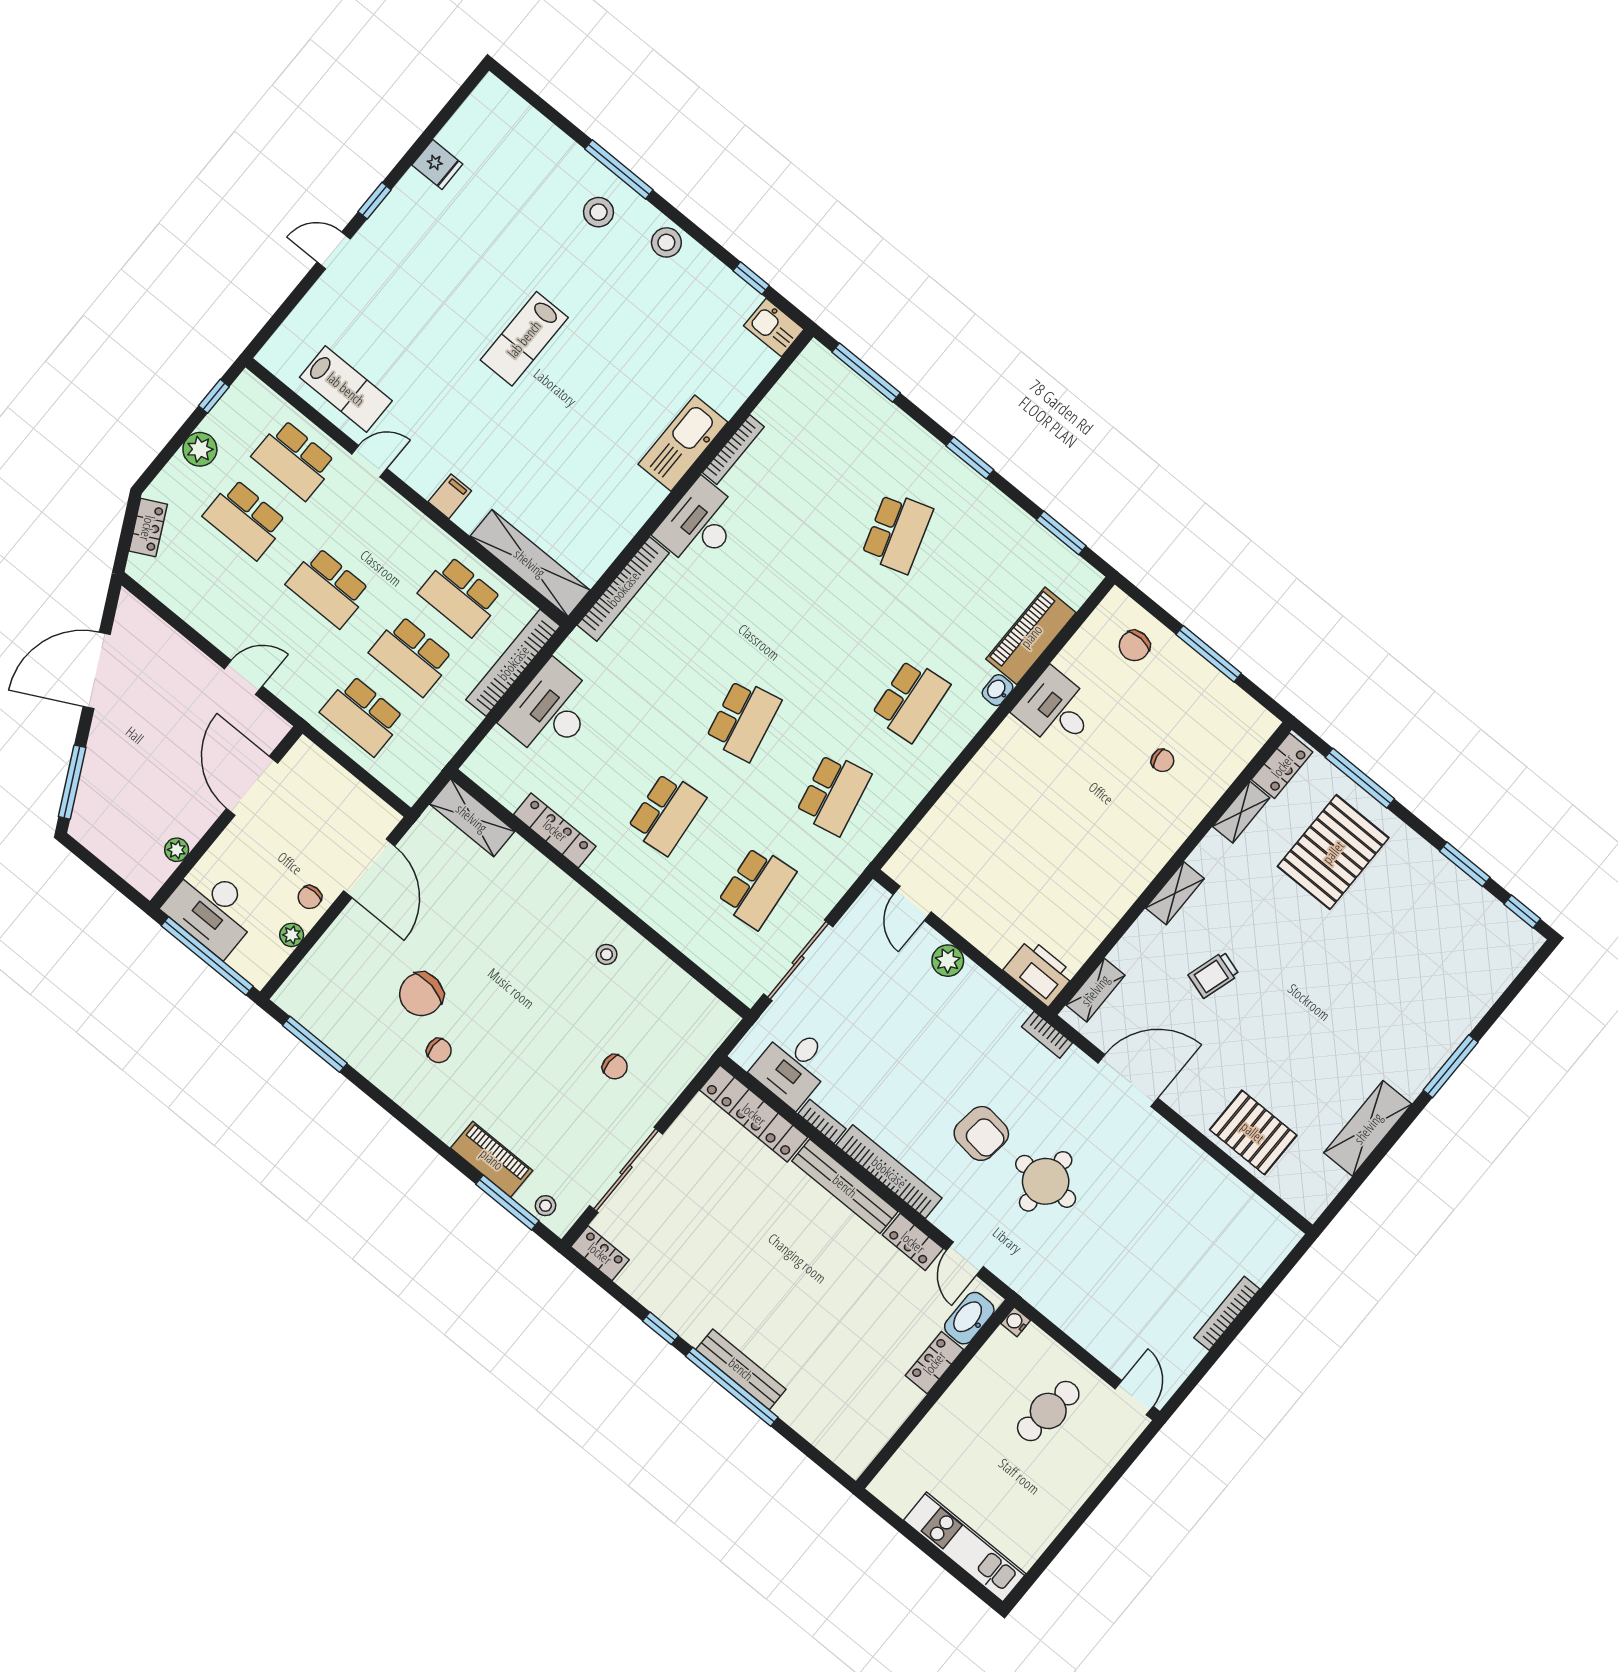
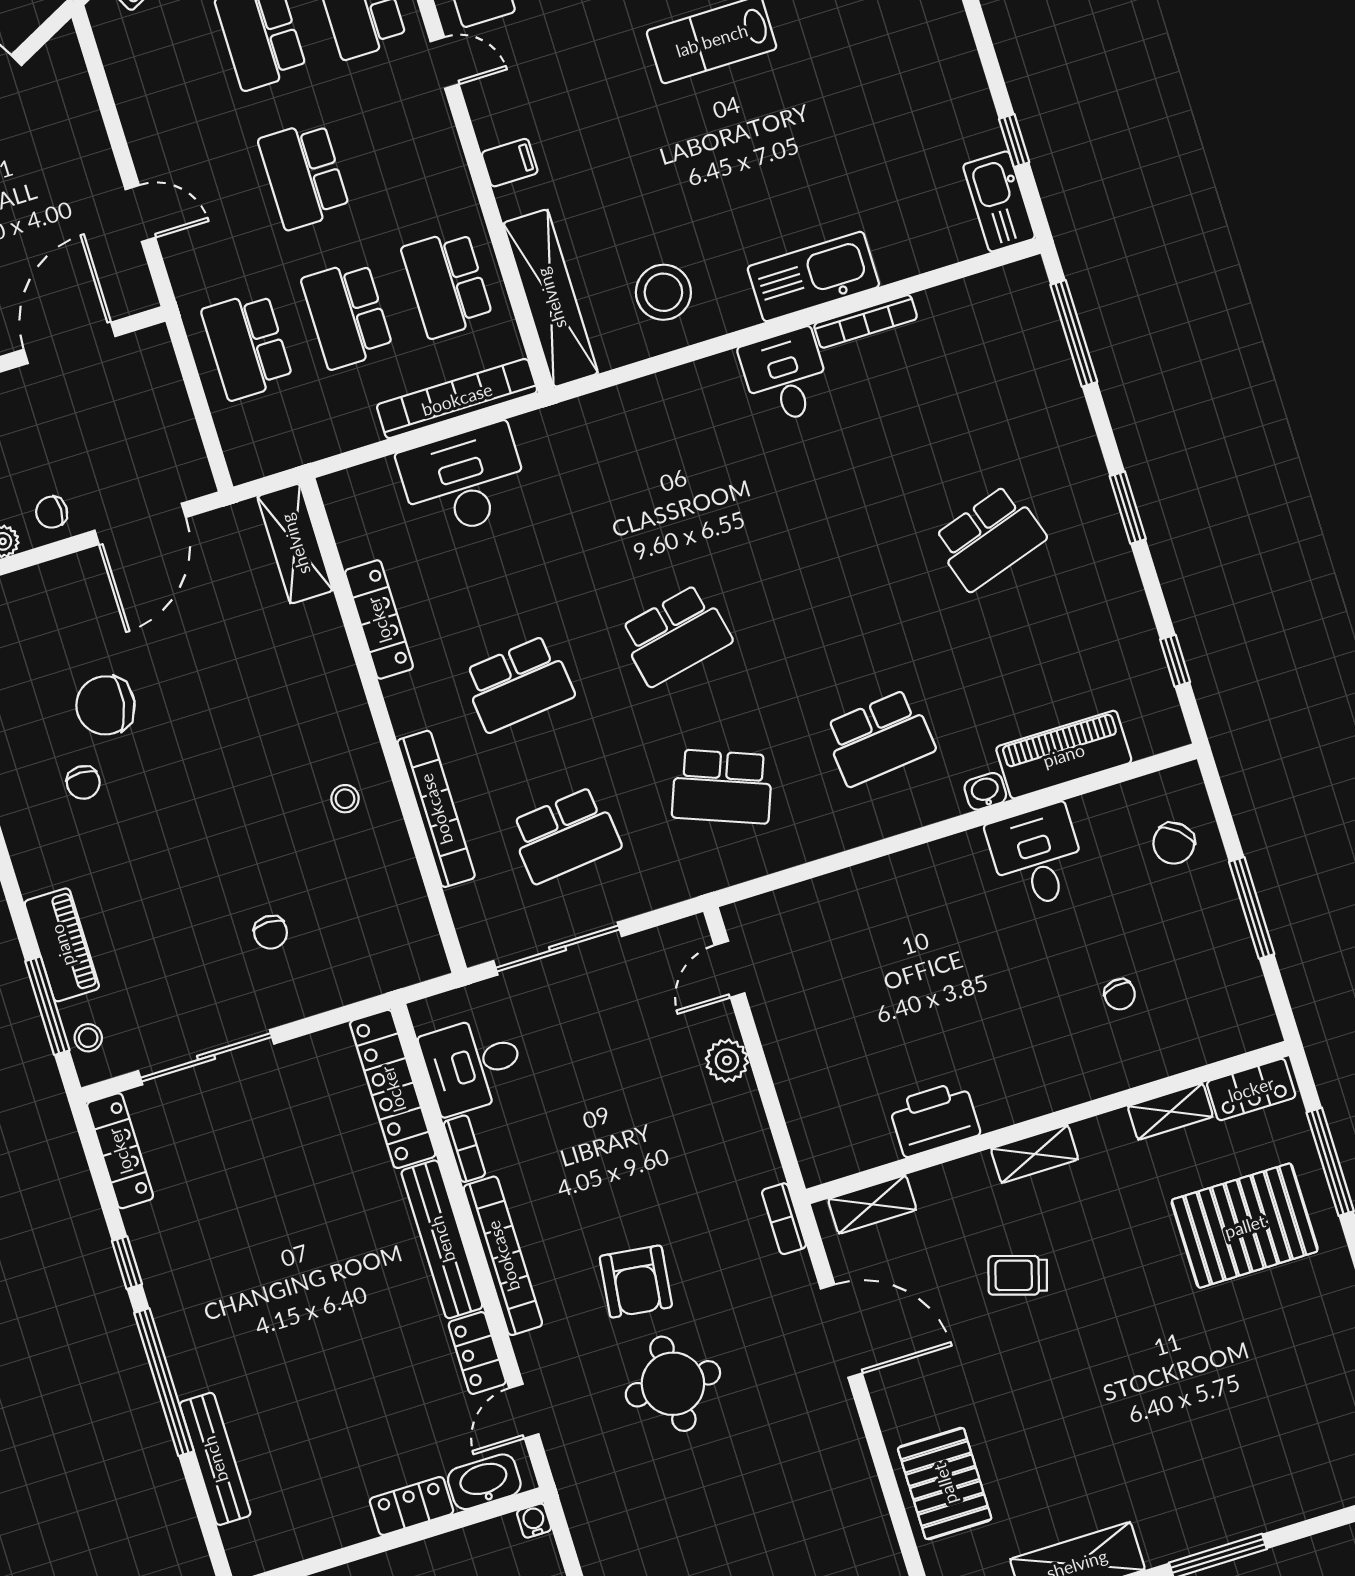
stool: (666, 242) -> (663, 292), moved, width x1.38, depth x1.38
kitchen sink: (774, 328) -> (999, 201), width x1.38
desk: (699, 524) -> (786, 376), width x0.73
window: (1061, 533) -> (1175, 661), width x0.67
bookcase: (623, 589) -> (436, 809), moved, turned -90
chair: (1134, 646) -> (1174, 843), turned -50
school desk: (834, 794) -> (722, 787), turned 33
printer: (1039, 972) -> (934, 1119), moved, turned -90
locker: (600, 1253) -> (120, 1151), width x1.53
bench: (741, 1369) -> (215, 1459), moved

